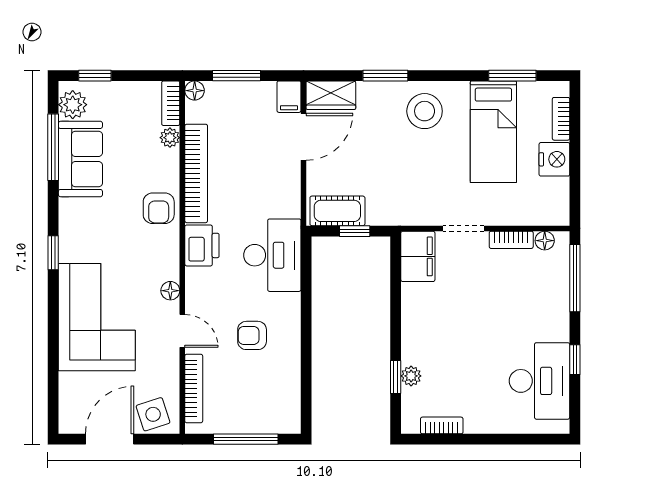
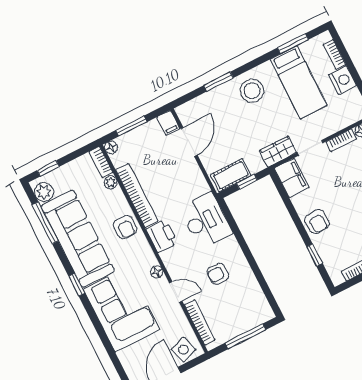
wardrobe: (331, 95) -> (278, 152), moved, turned 180
sofa: (80, 159) -> (78, 239), width x1.85, depth x1.27
armchair: (422, 333) -> (317, 222), added
plant: (411, 376) -> (323, 250), removed

